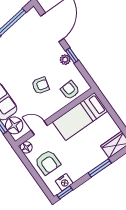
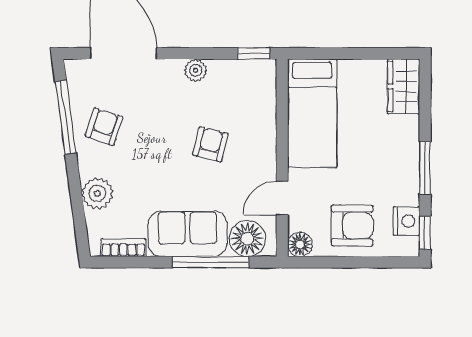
window: (72, 55) -> (254, 53), moved
armchair: (70, 90) -> (104, 127), moved, turned 112
window: (100, 168) -> (425, 168), moved

